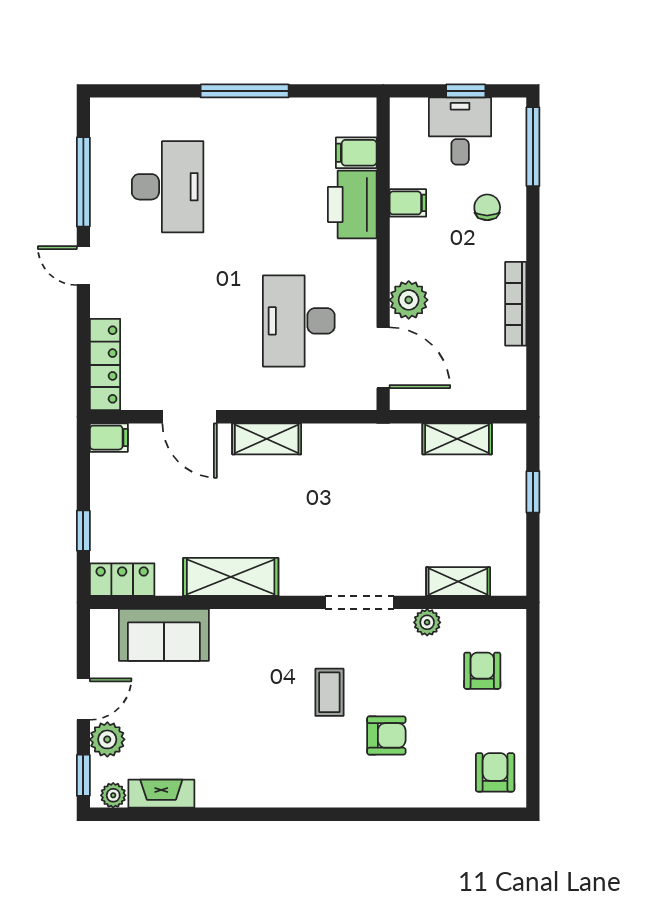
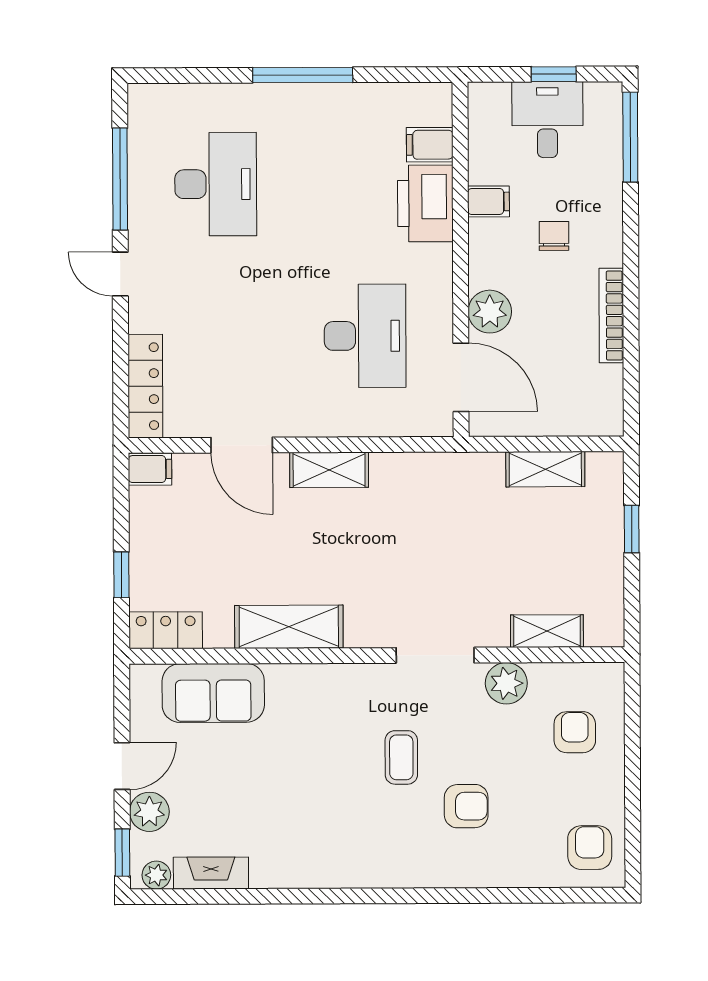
chair: (487, 207) -> (554, 236), moved
desk: (299, 321) -> (365, 336), turned 180
plant: (427, 622) -> (506, 683), width x1.38, depth x1.38

